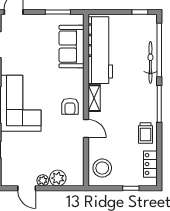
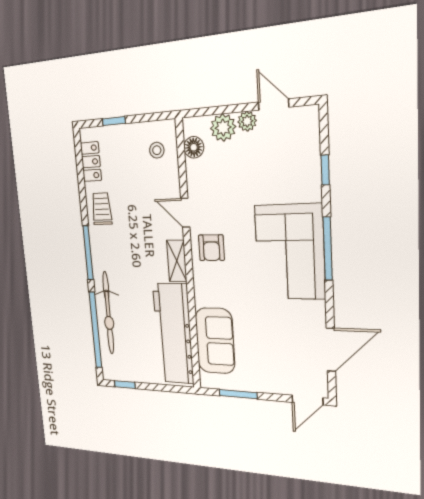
bicycle: (150, 62) -> (108, 313), width x1.37, depth x1.40
armchair: (70, 106) -> (211, 248), turned 180
floor lamp: (77, 168) -> (194, 147), added
stool: (102, 168) -> (157, 150), width x0.53, depth x0.53

